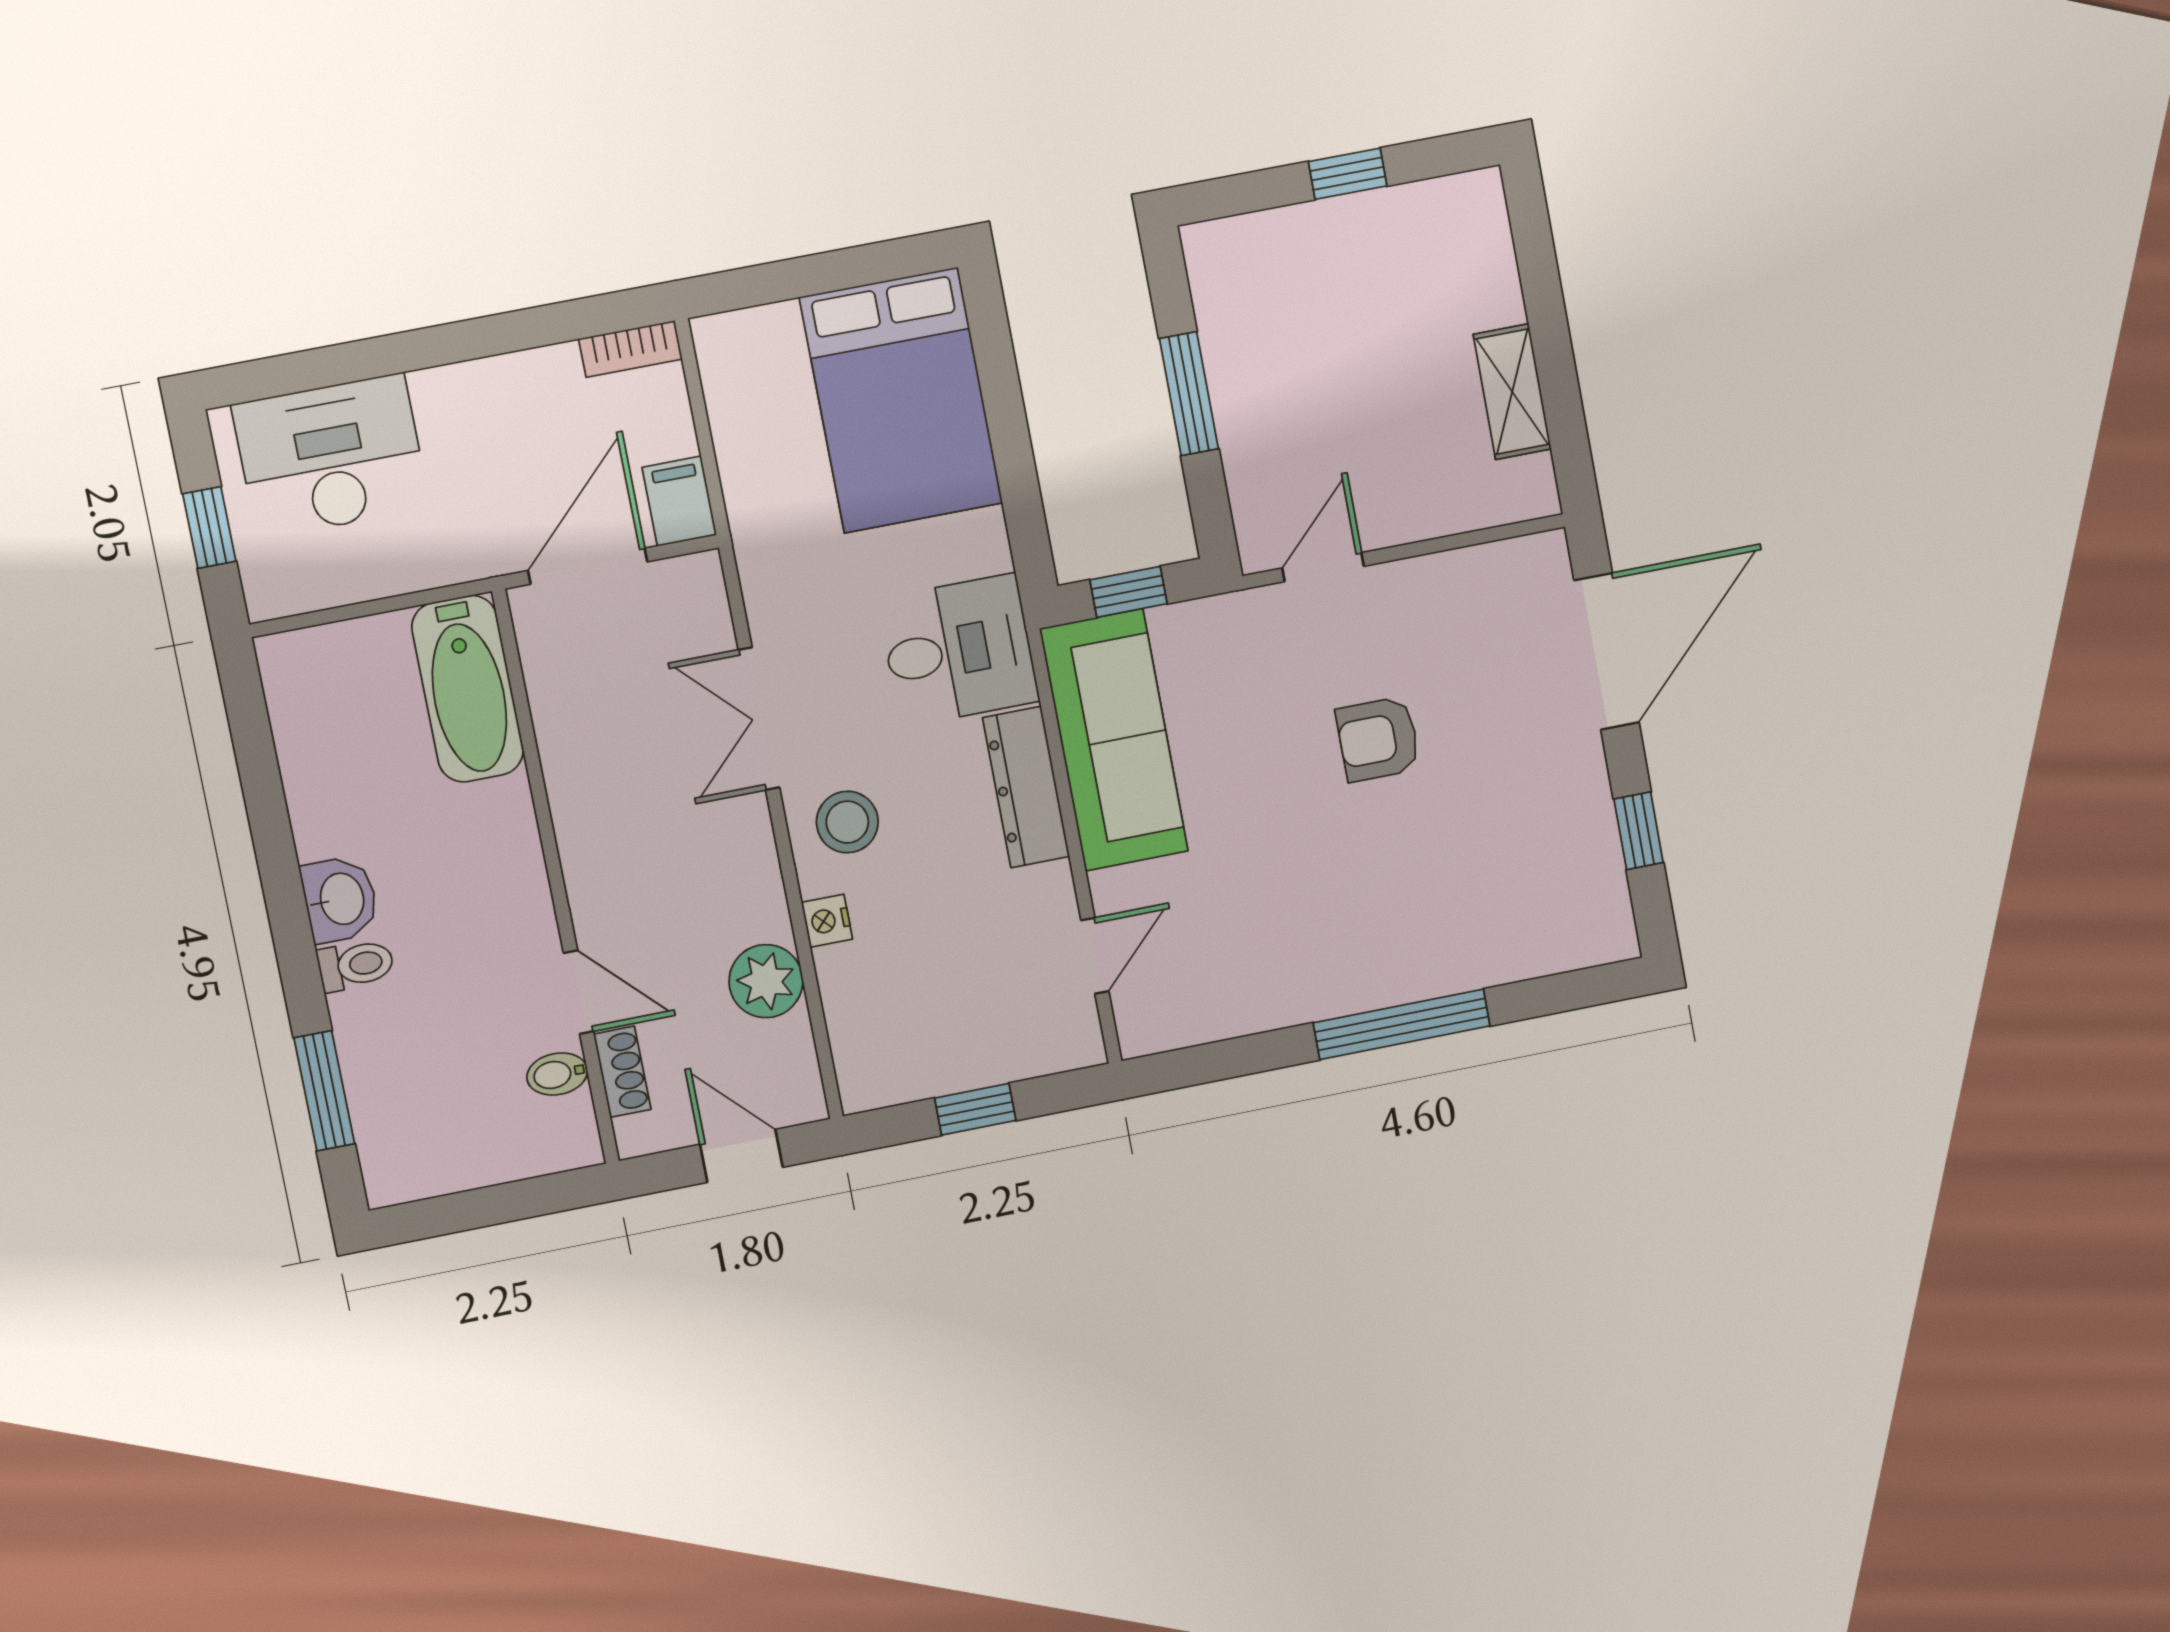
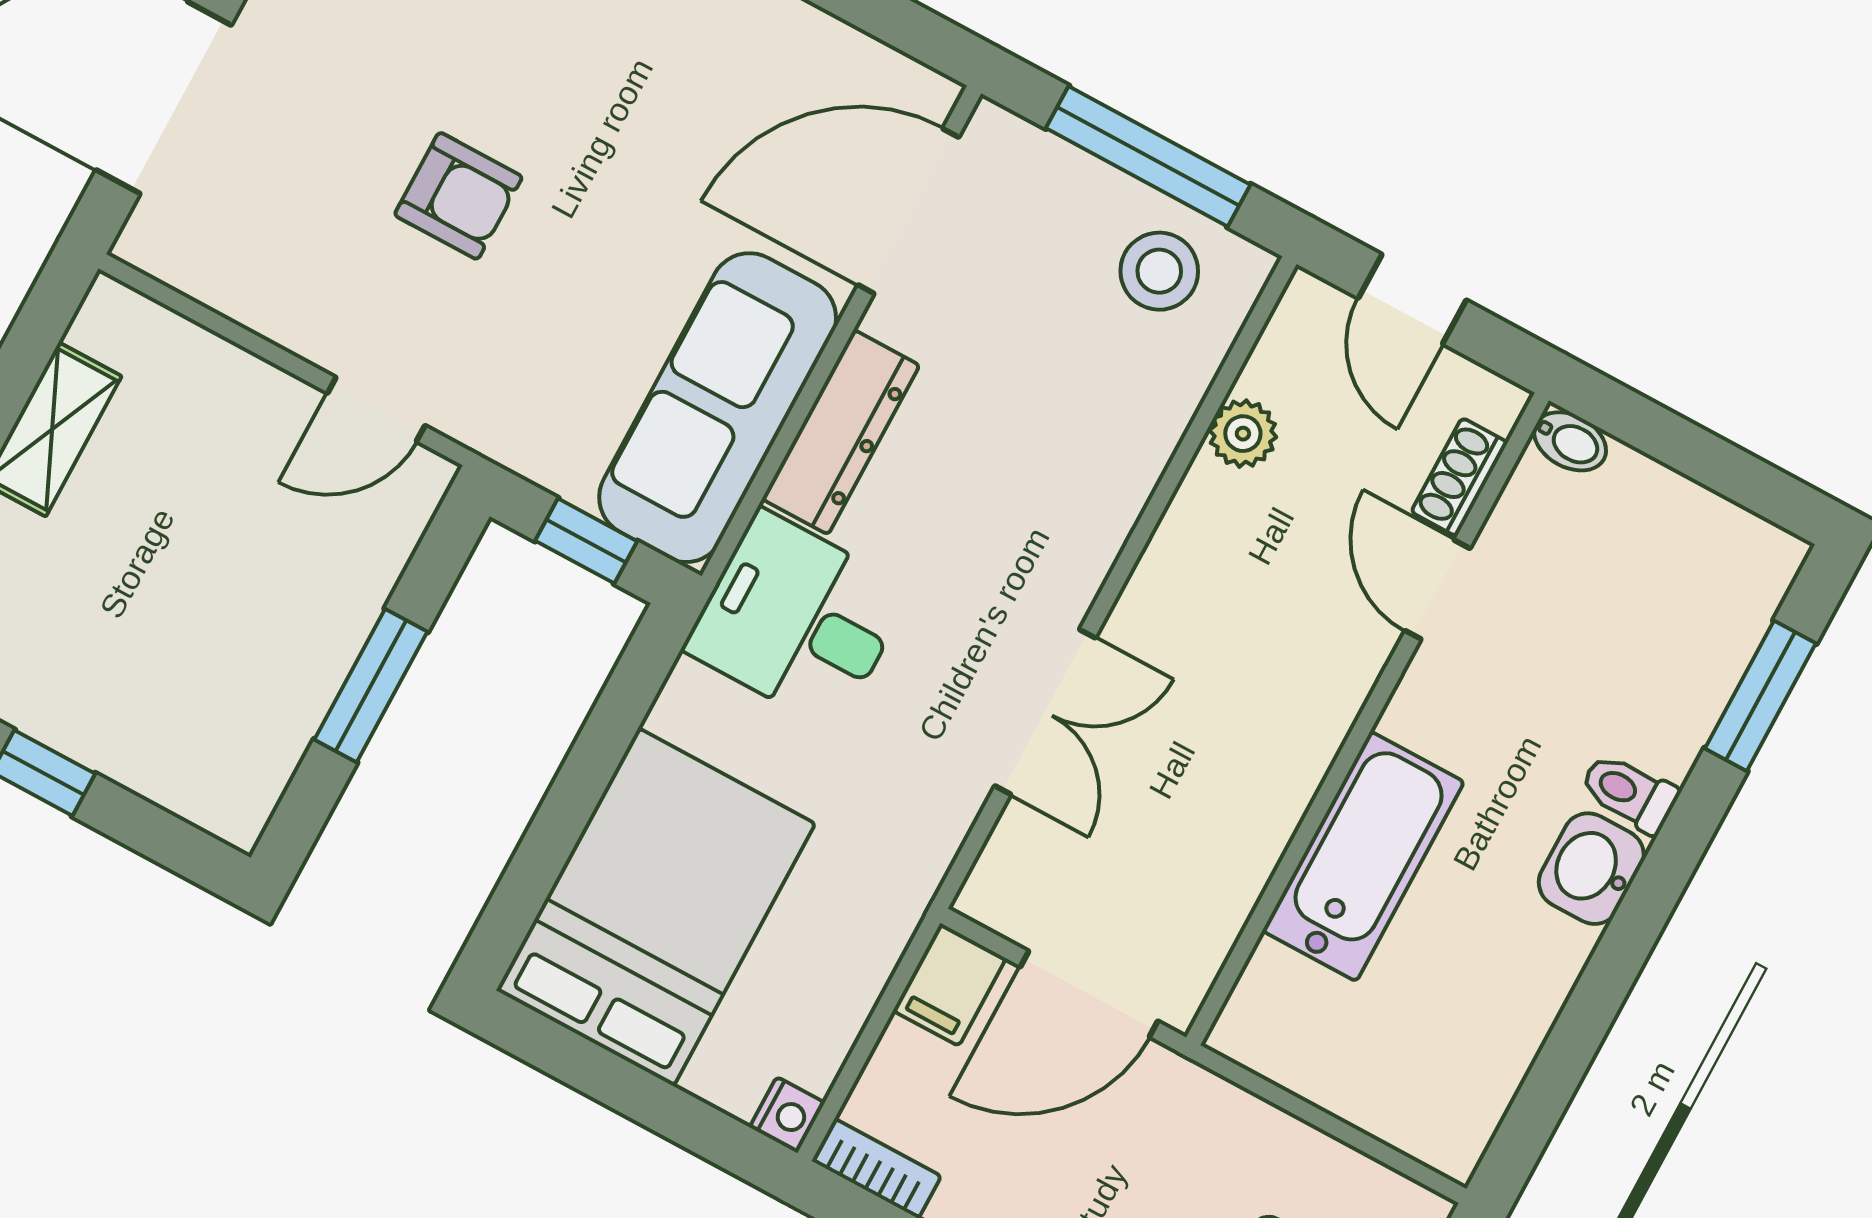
bathtub: (468, 689) -> (1363, 856), moved
stool: (847, 822) -> (1159, 271), moved
nightstand: (827, 921) -> (787, 1115), moved
door: (1095, 956) -> (908, 211), width x1.88
plant: (766, 981) -> (1243, 434), width x0.73, depth x0.73
bidet: (557, 1074) -> (1570, 441), moved
window: (975, 1109) -> (1148, 156), width x2.17

